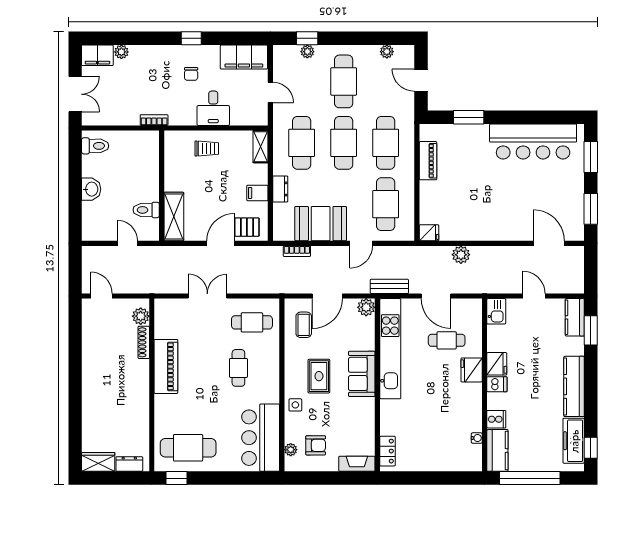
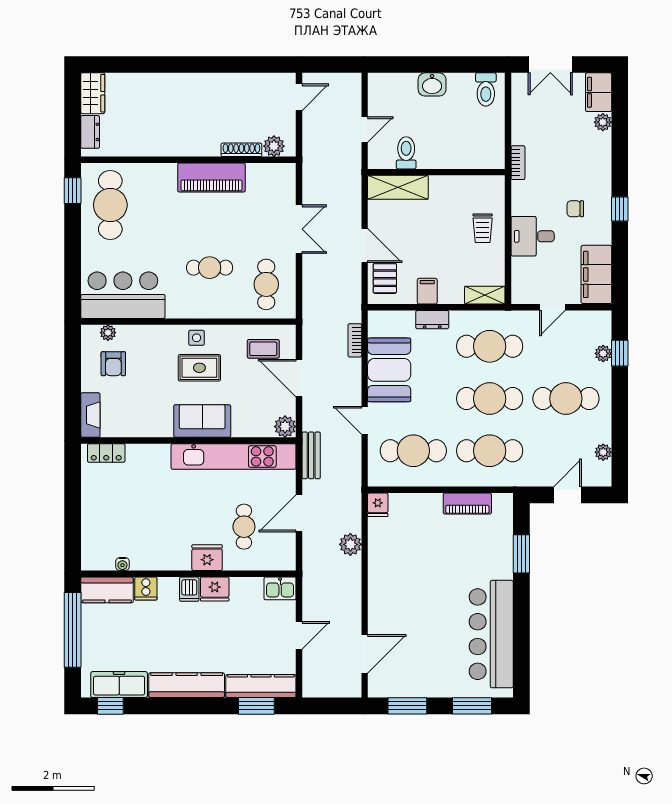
kitchen counter: (575, 317) -> (261, 686), width x1.50
side table: (295, 405) -> (197, 338), moved

